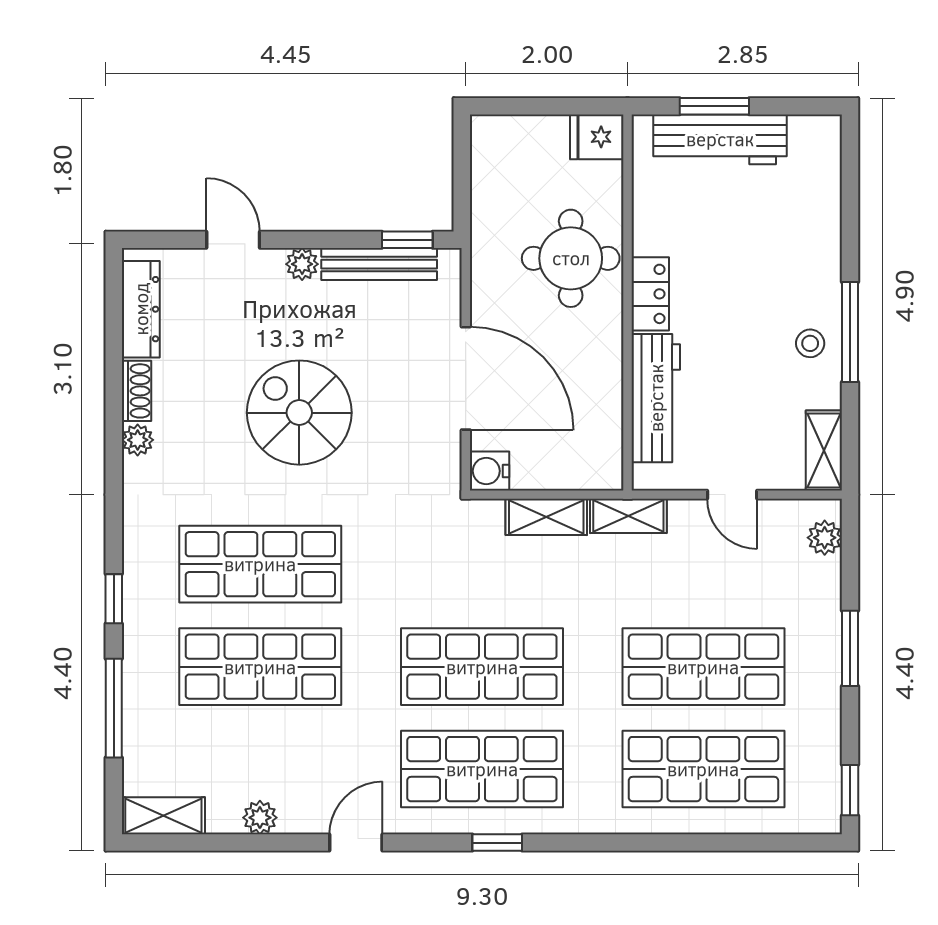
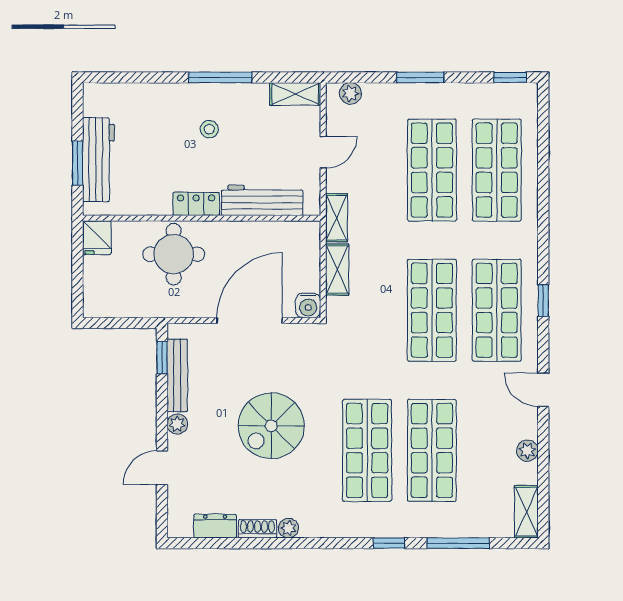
dresser: (141, 309) -> (215, 526), width x0.70
stool: (810, 343) -> (209, 129), moved

